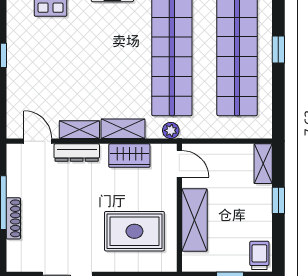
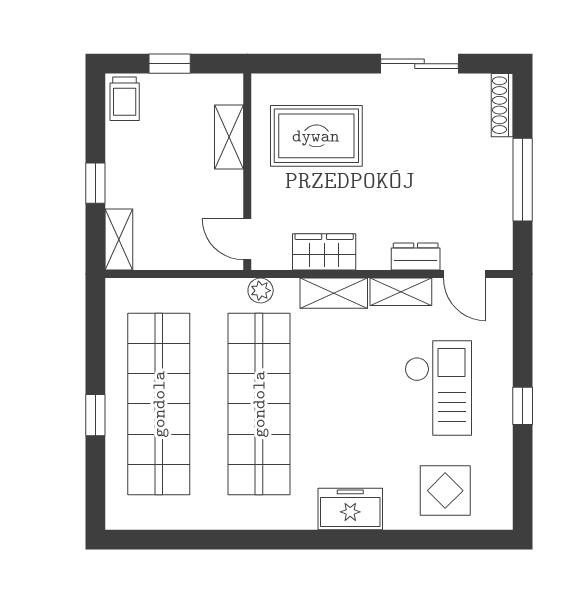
checkout: (55, 67) -> (438, 388), added
dresser: (77, 153) -> (416, 257), width x0.70
shoe rack: (13, 218) -> (502, 105), moved
shelving: (194, 220) -> (229, 137), width x0.67, depth x0.75

